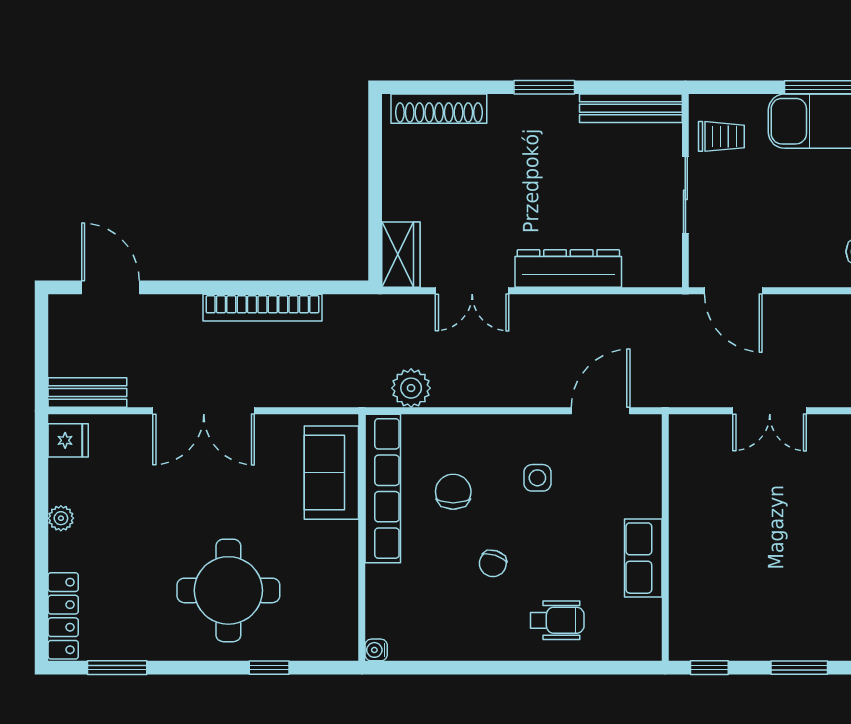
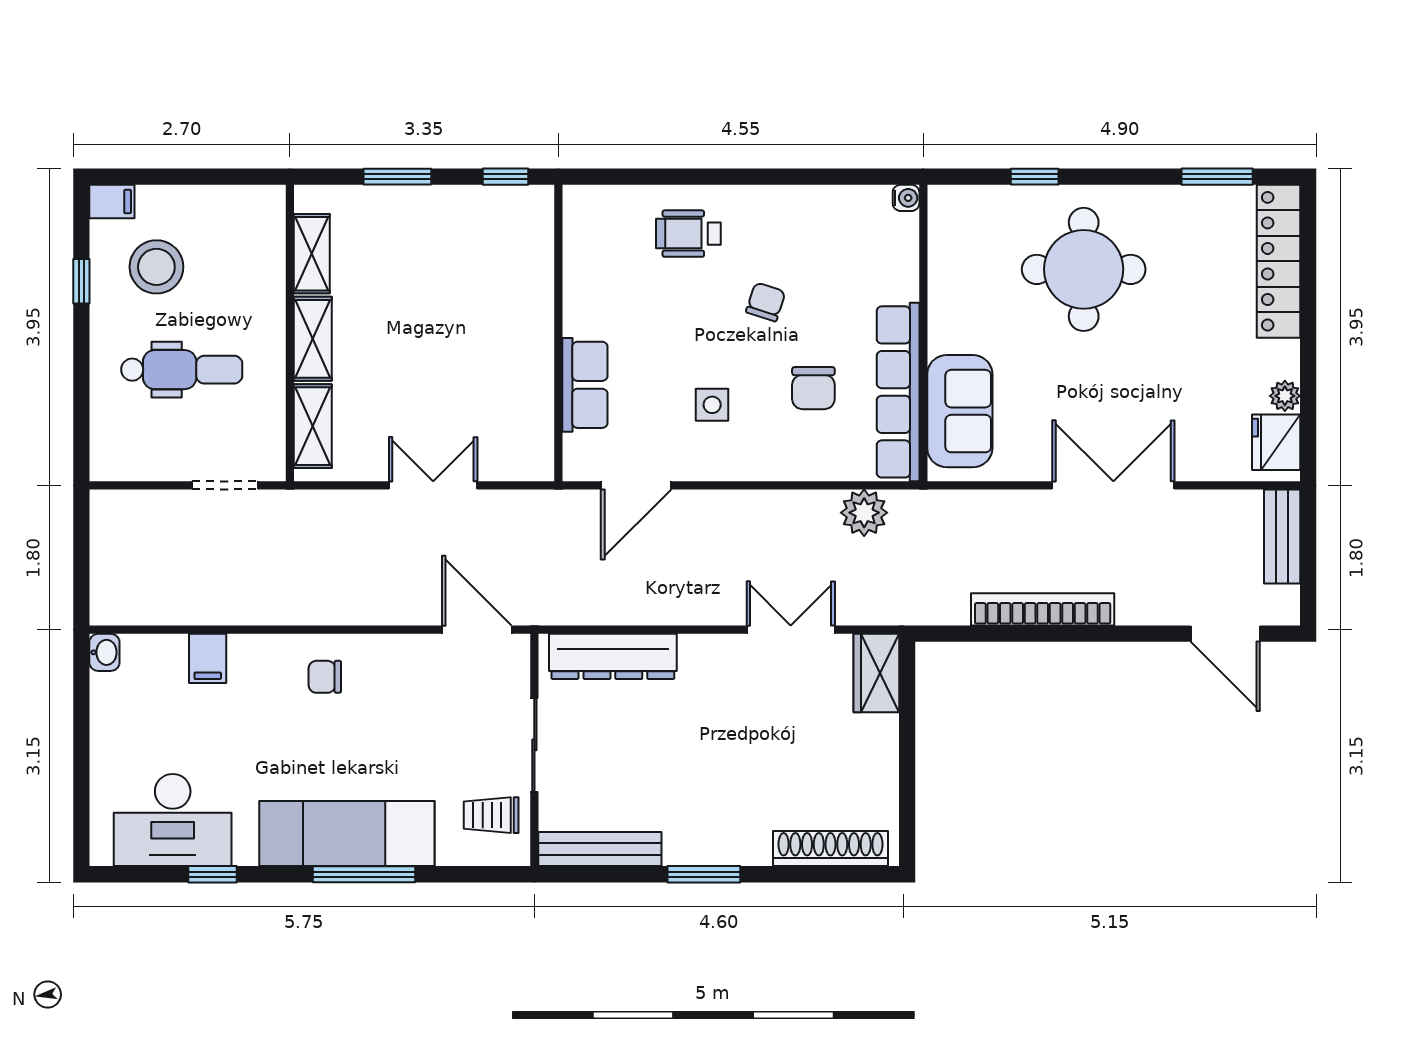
dresser: (568, 268) -> (613, 656), moved
bench: (87, 393) -> (1282, 536), moved, turned 90
fridge: (68, 440) -> (1276, 442), width x1.38
plant: (61, 518) -> (1285, 396), moved
row of seats: (643, 558) -> (585, 385), moved
locker: (63, 616) -> (1278, 261), width x1.41, depth x1.21

